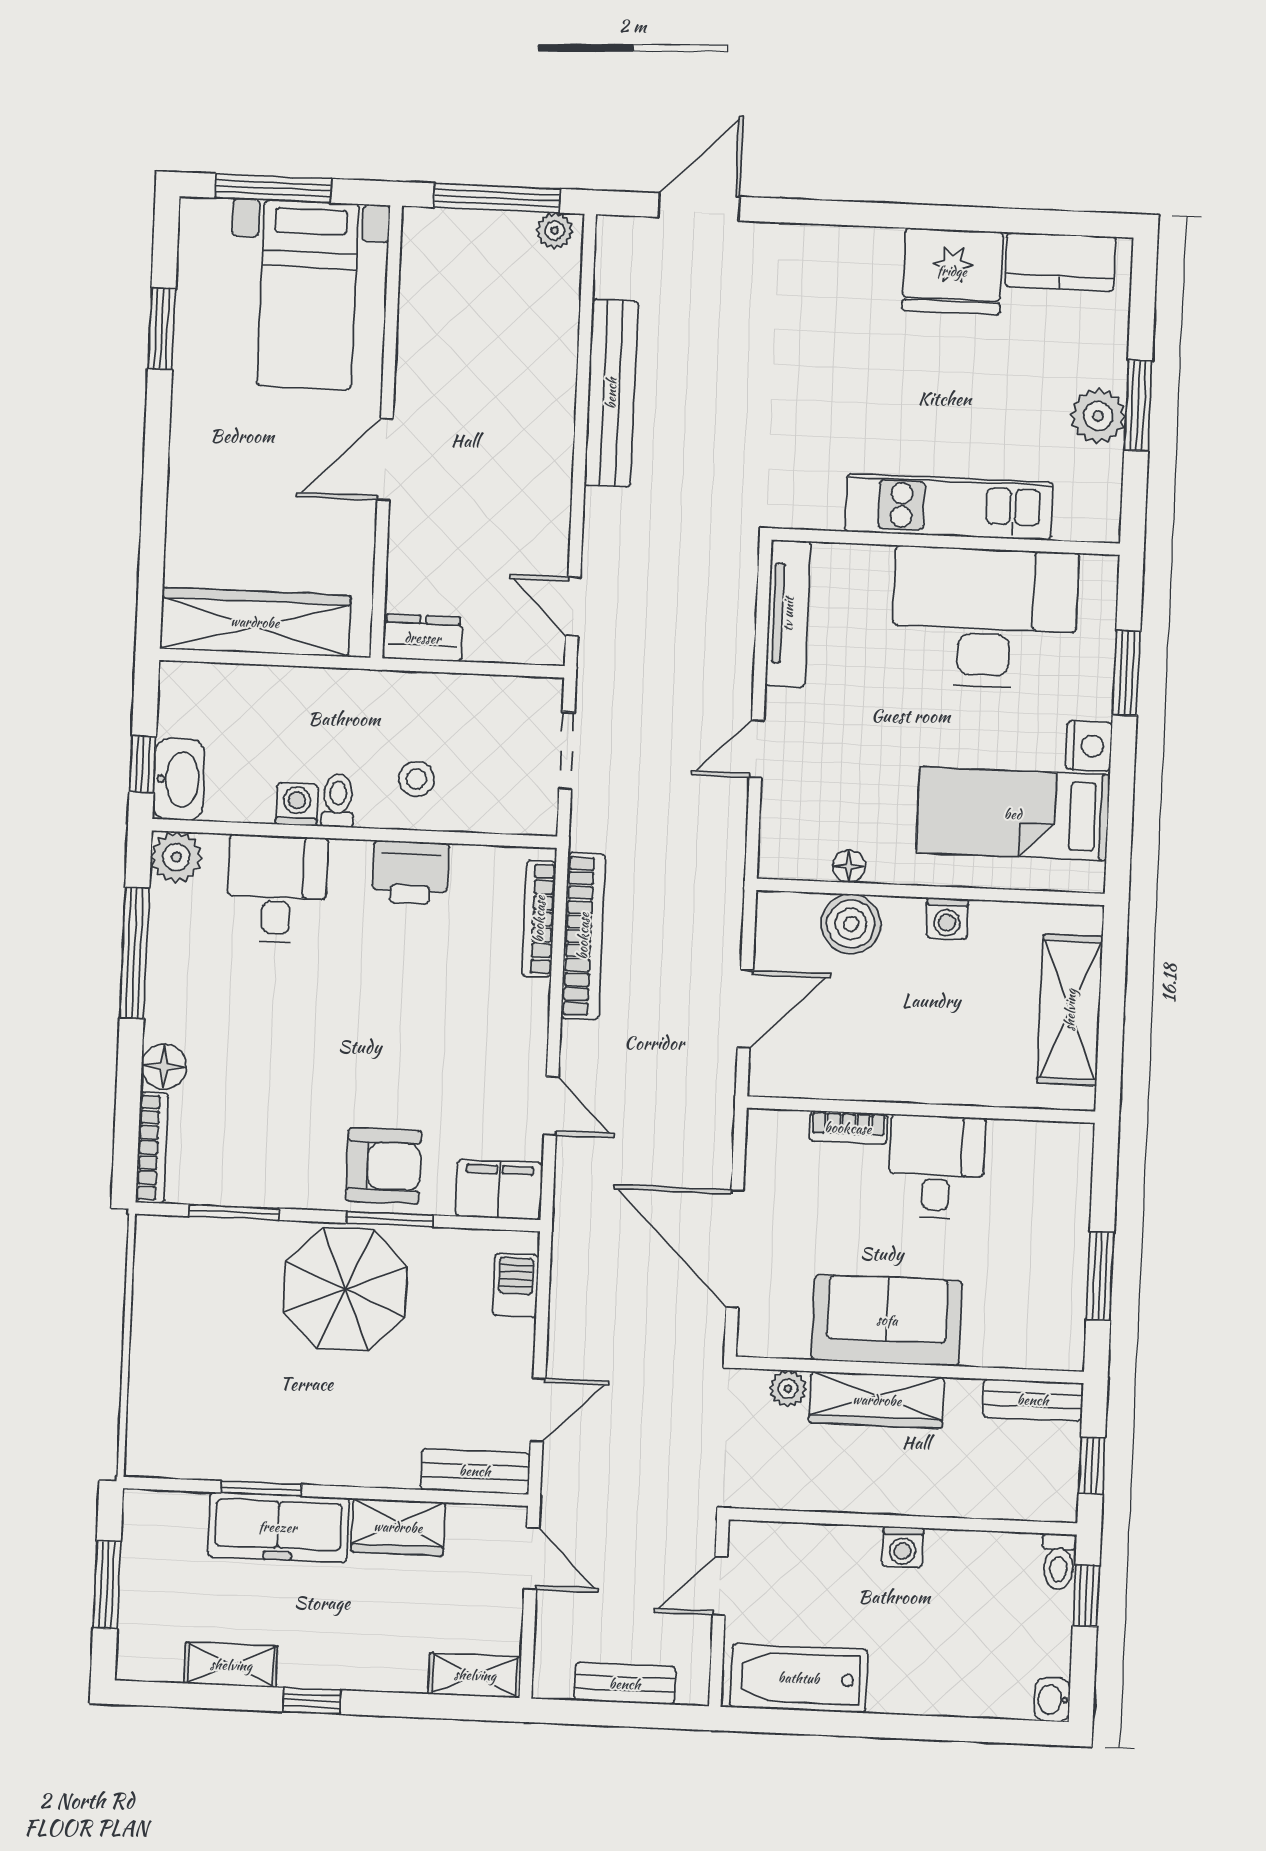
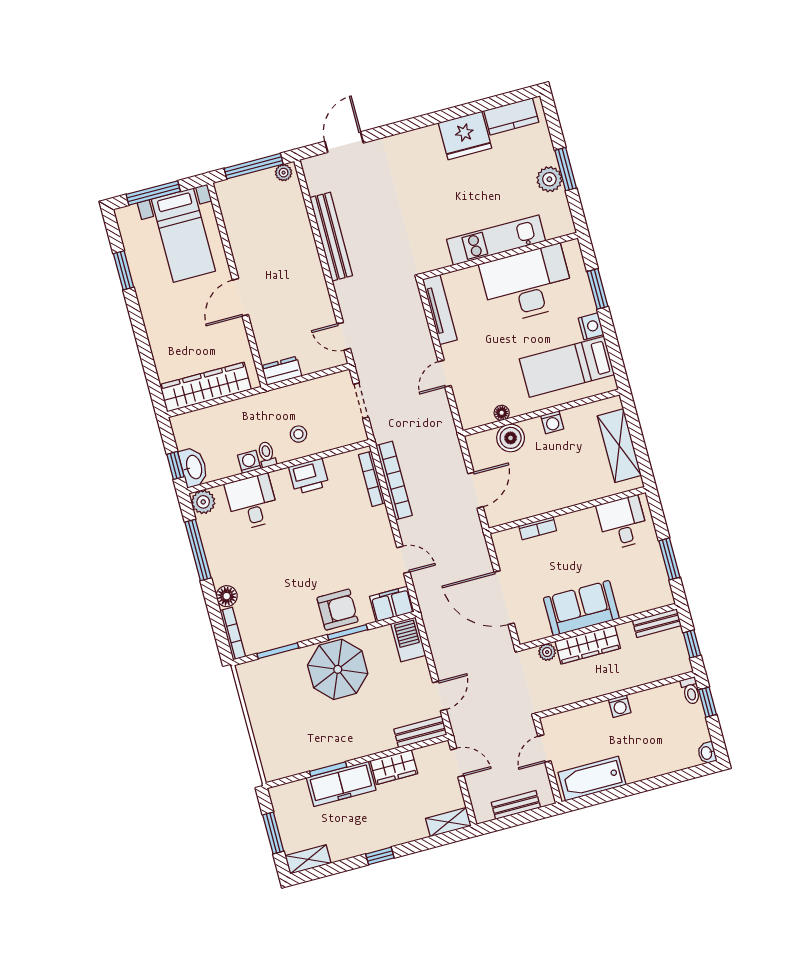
desk: (937, 1167) -> (623, 523), moved
barbecue: (516, 1285) -> (408, 639), width x1.38, depth x1.27
shelving: (231, 1665) -> (308, 859), moved

